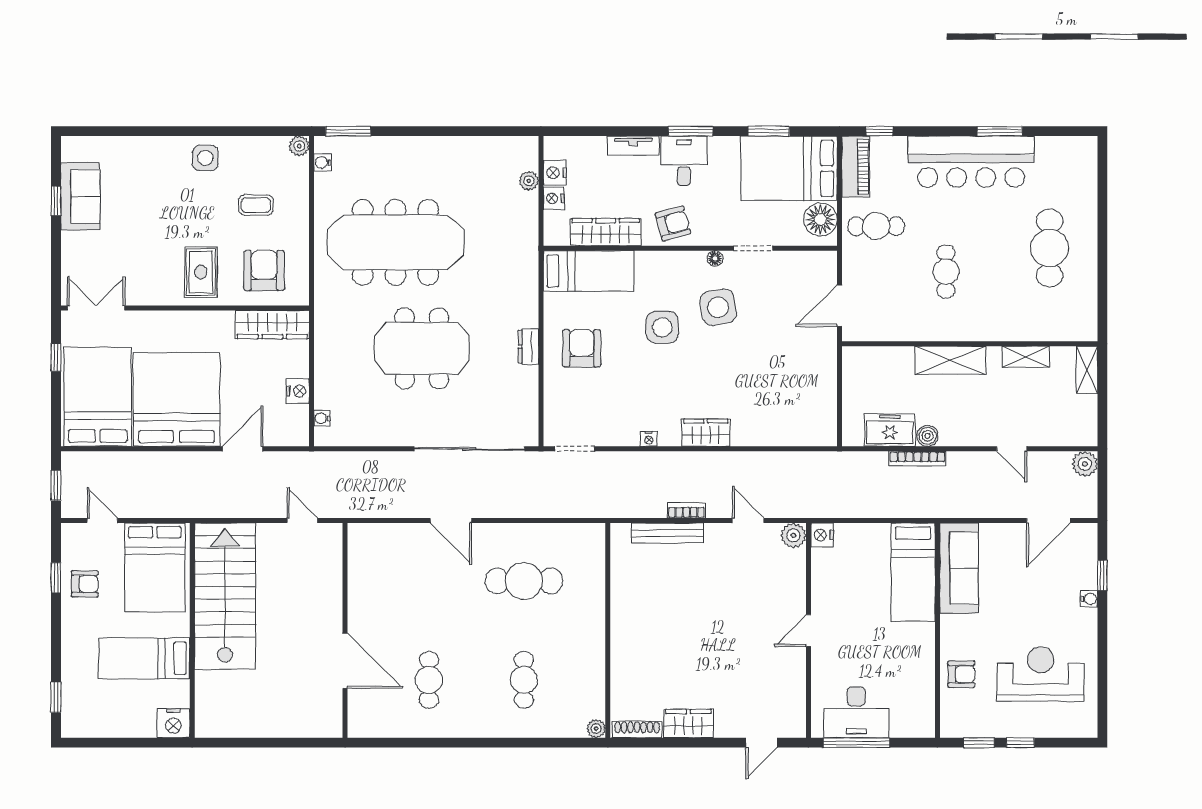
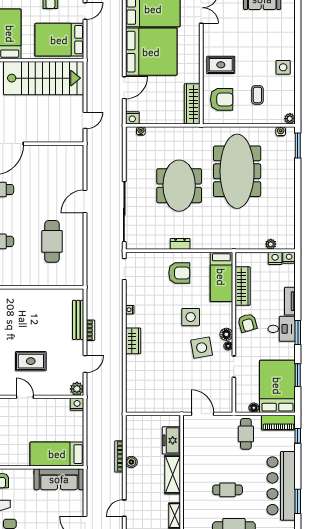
nightstand: (554, 198) -> (289, 258), moved
floor lamp: (820, 220) -> (254, 408), width x0.53, depth x0.53
floor lamp: (694, 262) -> (226, 334), added
cafe table: (946, 272) -> (228, 490), moved
nightstand: (298, 391) -> (132, 118), moved
freezer: (890, 430) -> (171, 440), moved, turned 180
door: (243, 449) -> (124, 88), hinge flipped
rug: (743, 620) -> (31, 361), added

